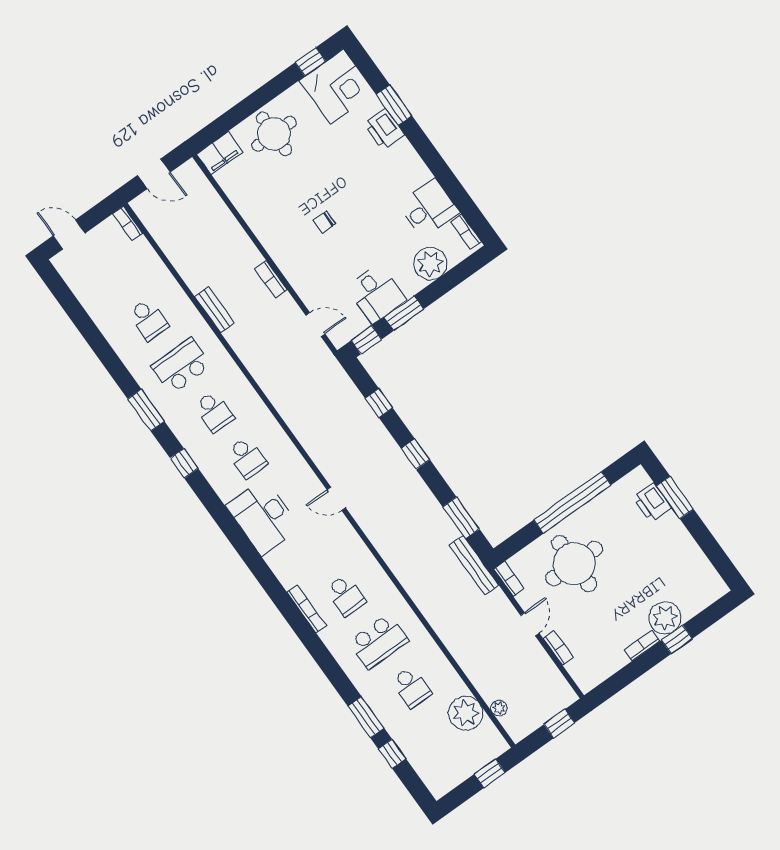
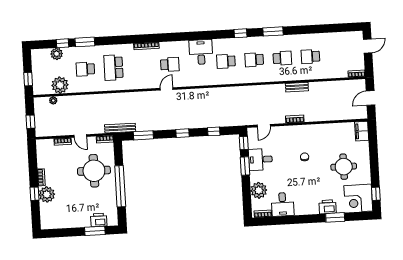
round table: (274, 134) -> (344, 167), moved
school desk: (181, 366) -> (282, 58), width x0.54
door: (336, 499) -> (167, 89), moved
desk: (263, 517) -> (201, 52), width x0.73
school desk: (346, 595) -> (170, 64), moved, turned 180
plant: (416, 752) -> (57, 54), added

